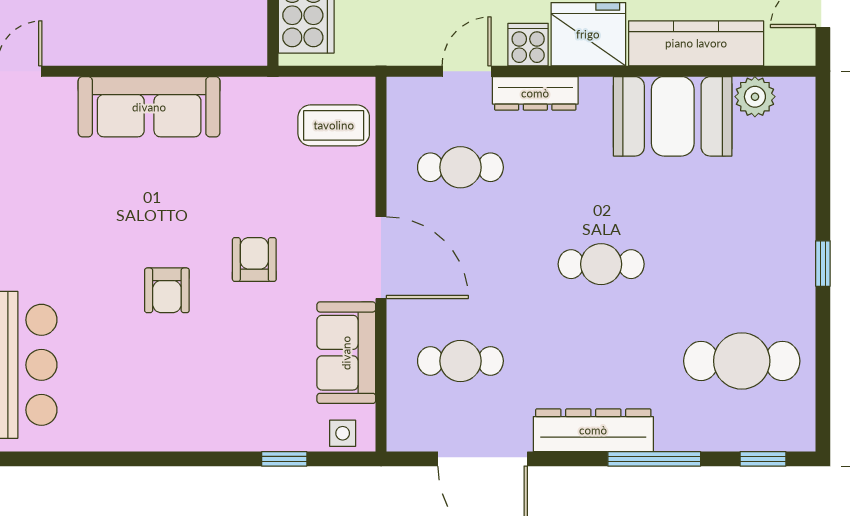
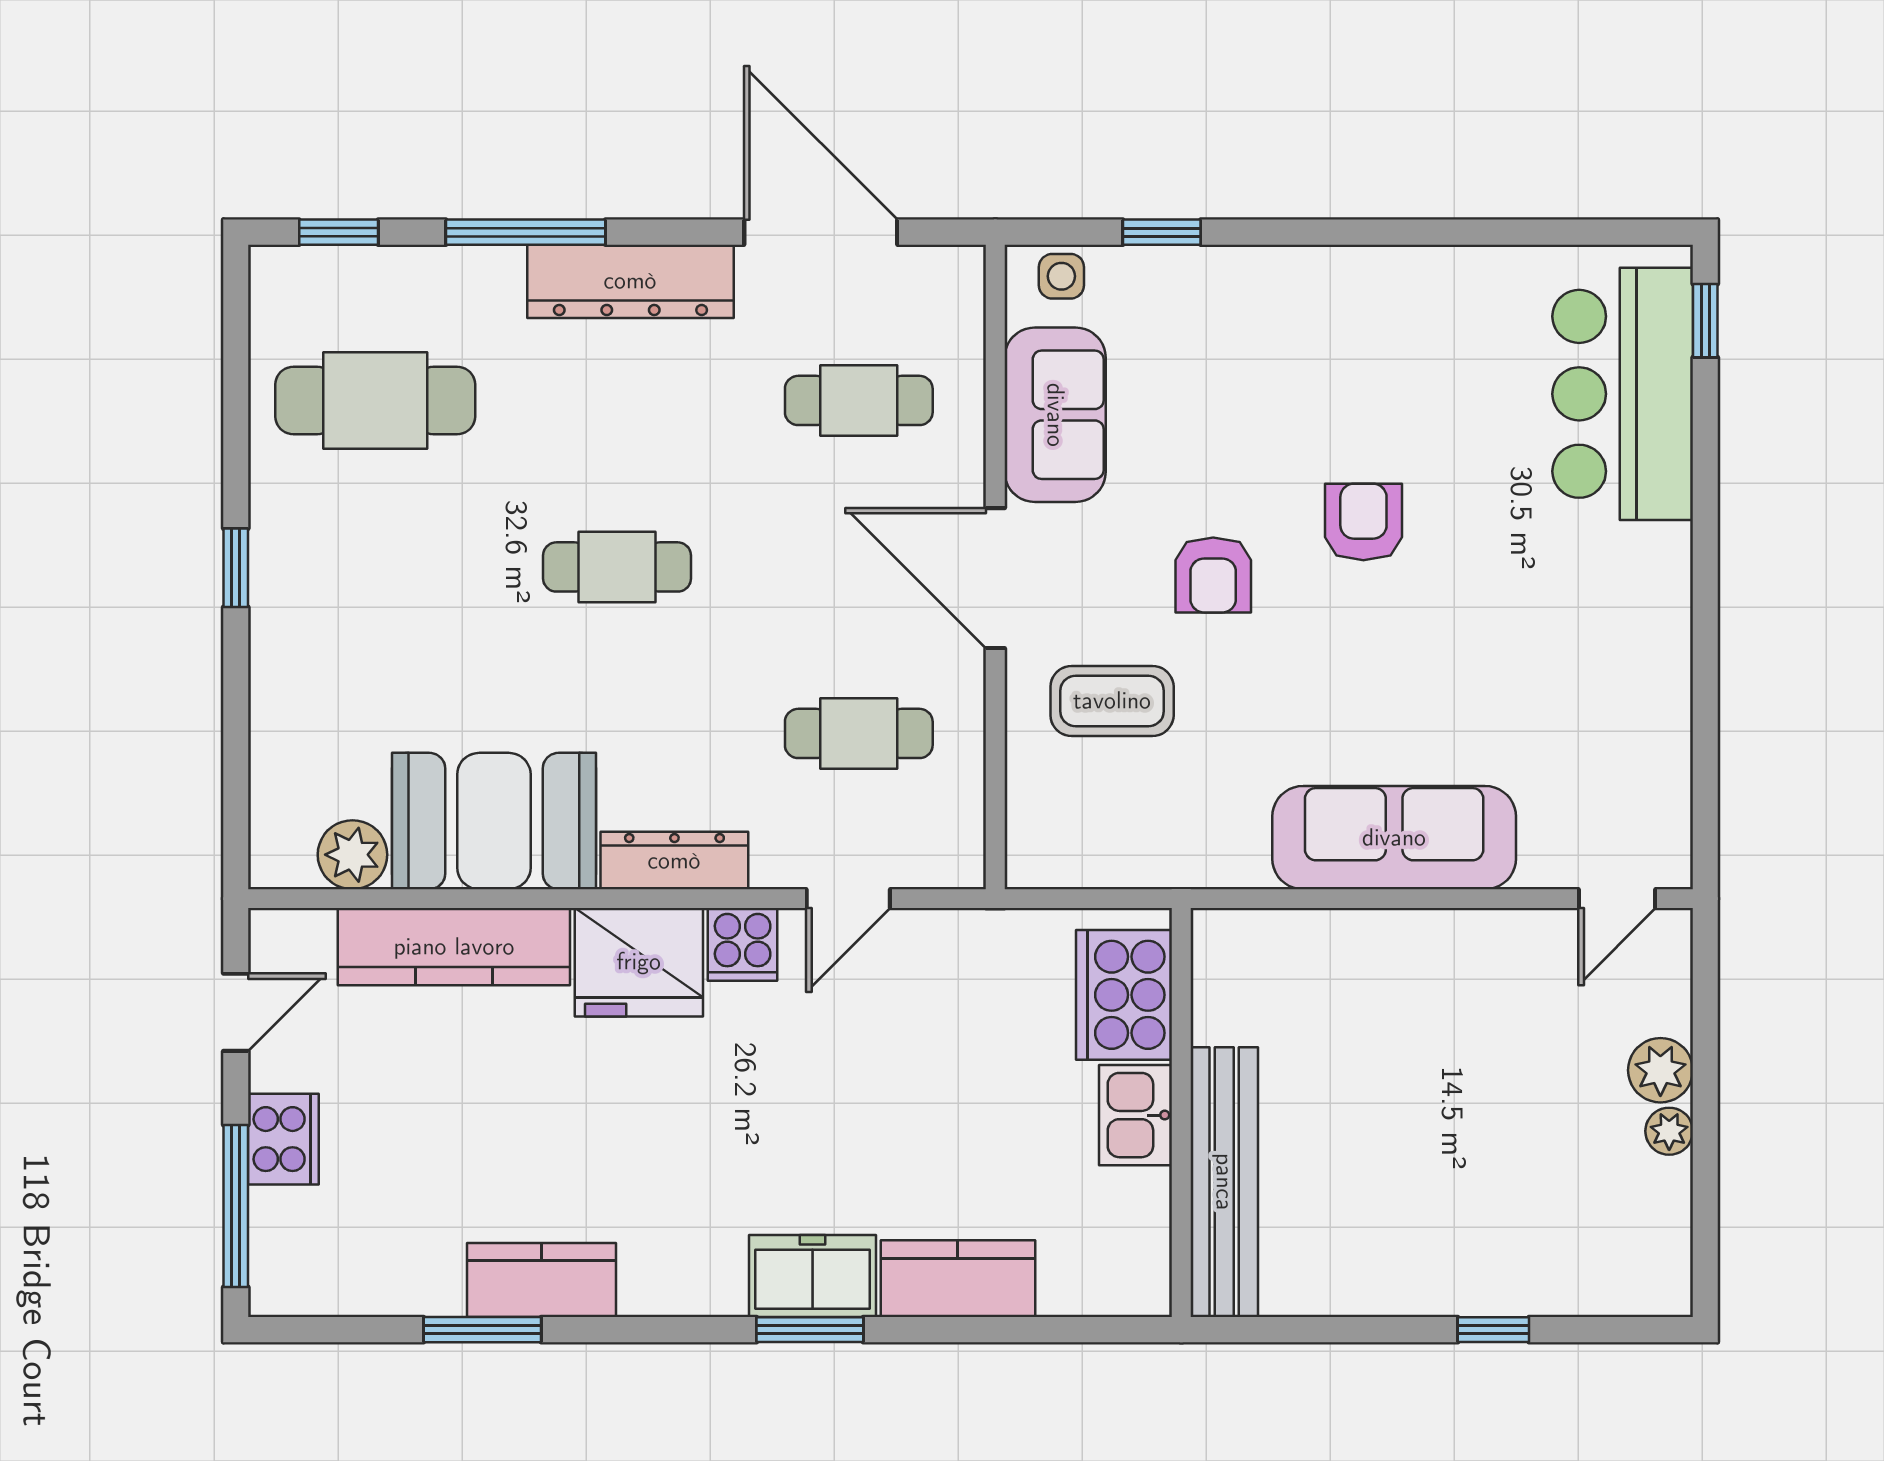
dresser: (535, 93) -> (674, 861), moved
coffee table: (334, 125) -> (1112, 701), moved

